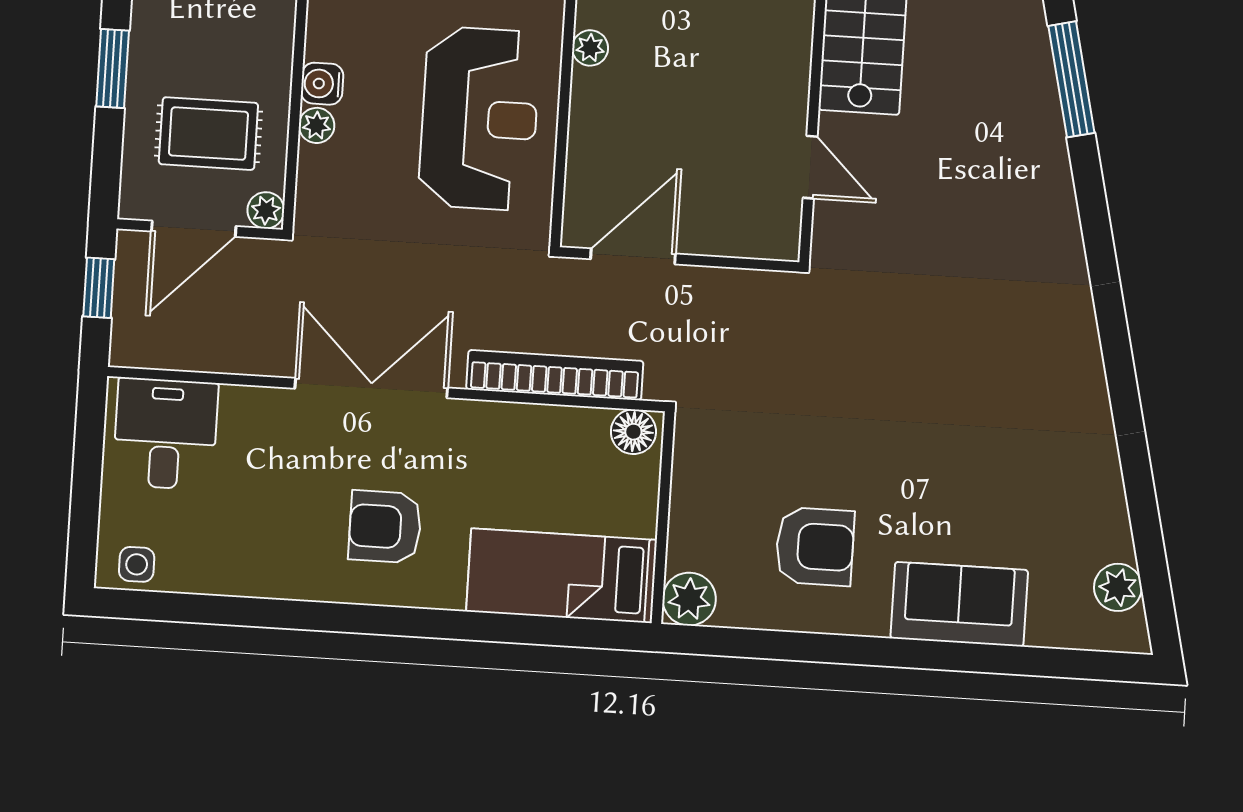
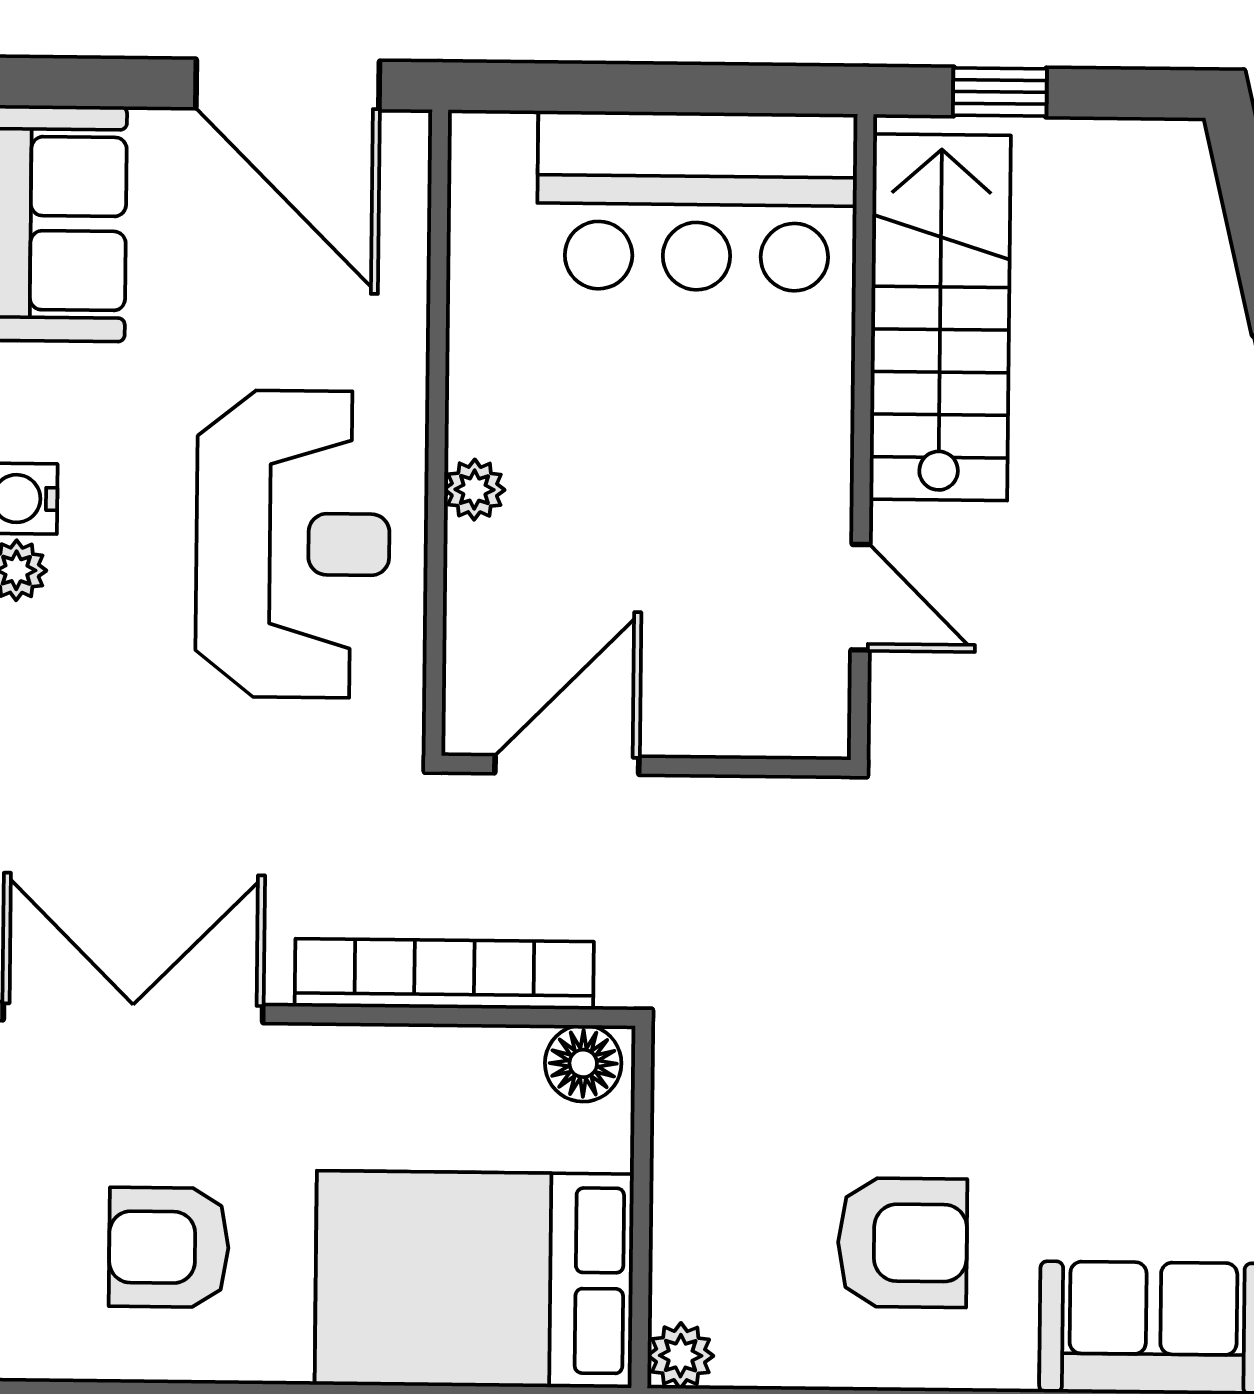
plant: (590, 48) -> (474, 490), moved
bed: (562, 576) -> (474, 1279), width x1.50
plant: (689, 599) -> (681, 1356), width x0.73, depth x0.73

